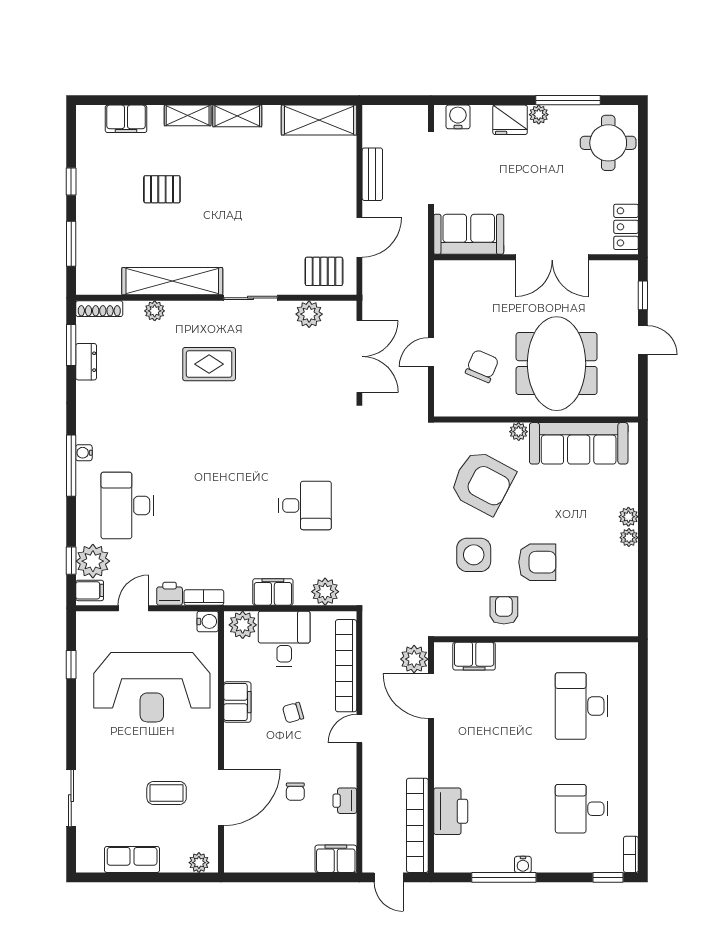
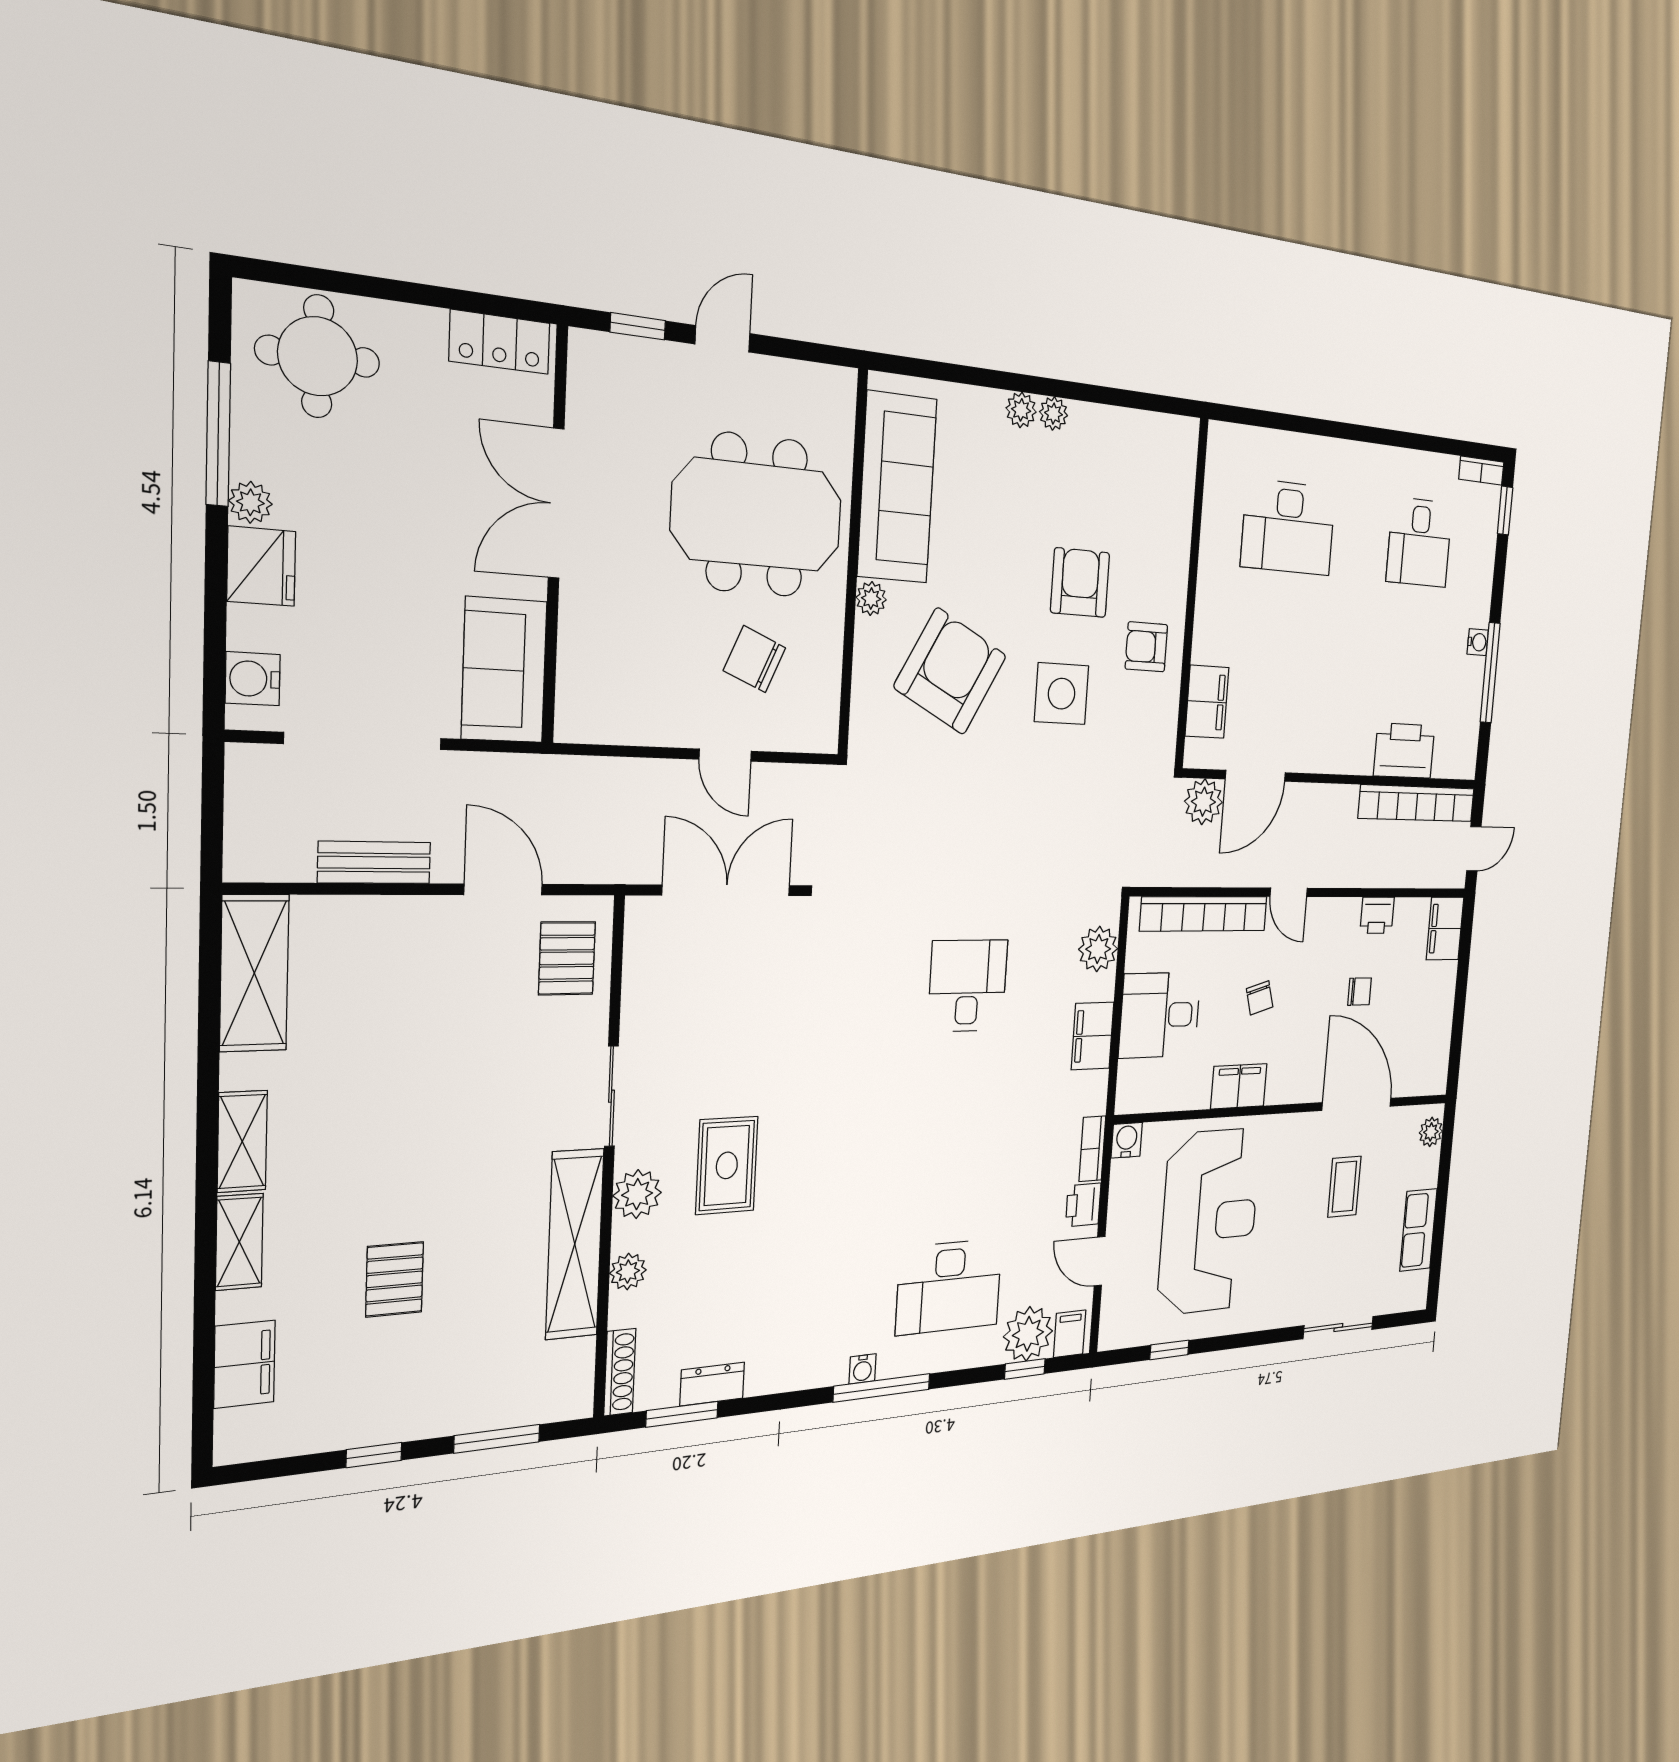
double door: (552, 257) -> (556, 503), swing flipped
plant: (309, 314) -> (637, 1194), moved
plant: (243, 625) -> (1136, 1083), removed

